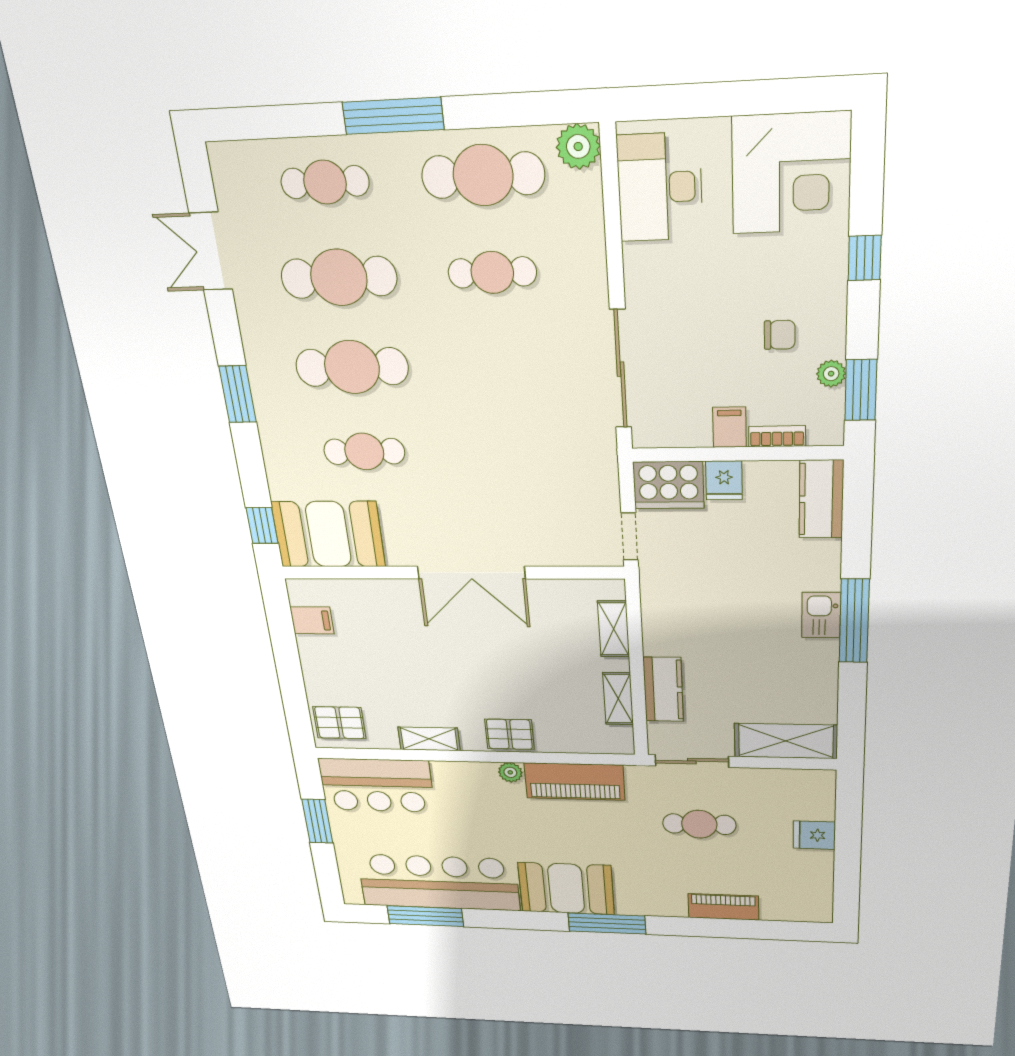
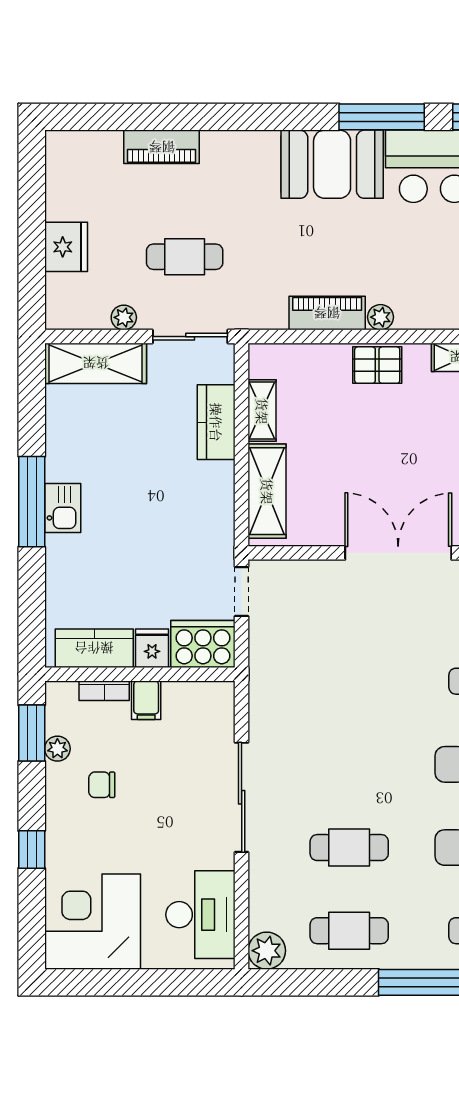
cafe table: (483, 175) -> (349, 931), width x0.73, depth x0.74
sliding door: (621, 369) -> (242, 797), moved
kitchen counter: (821, 499) -> (94, 648), moved, turned -90
shelving: (613, 629) -> (267, 491), width x1.50, depth x1.33
plant: (758, 778) -> (124, 317), added
piano: (574, 782) -> (327, 313), width x0.73, depth x0.75
fridge: (814, 835) -> (66, 247), width x1.38
window: (607, 924) -> (382, 117), moved

